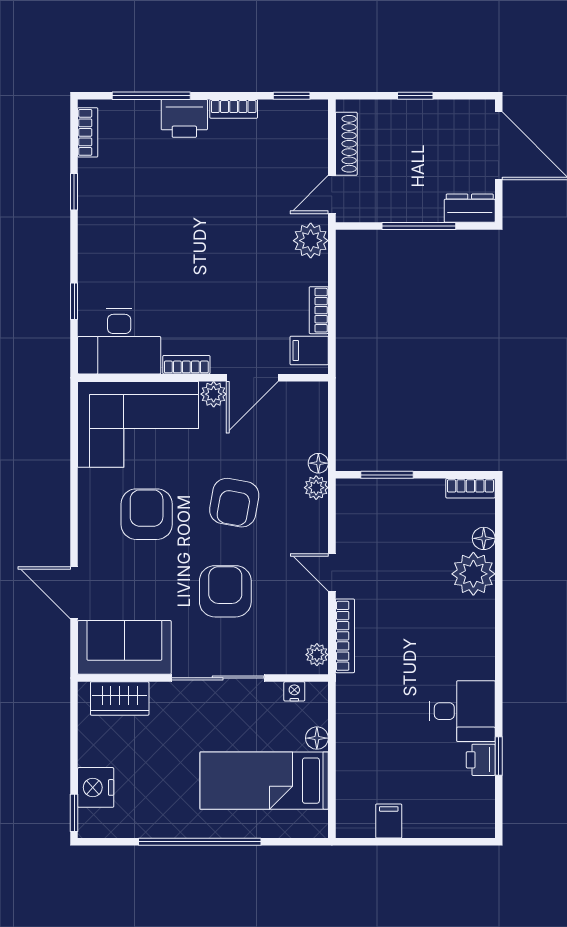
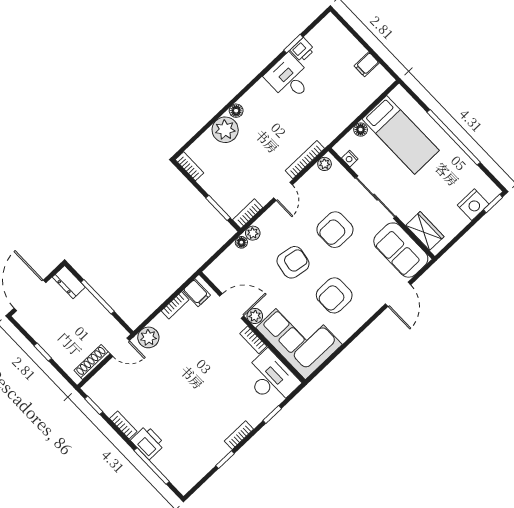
bookcase: (88, 132) -> (239, 435), moved
bookcase: (346, 504) -> (248, 214), added
floor lamp: (484, 538) -> (236, 111), moved

